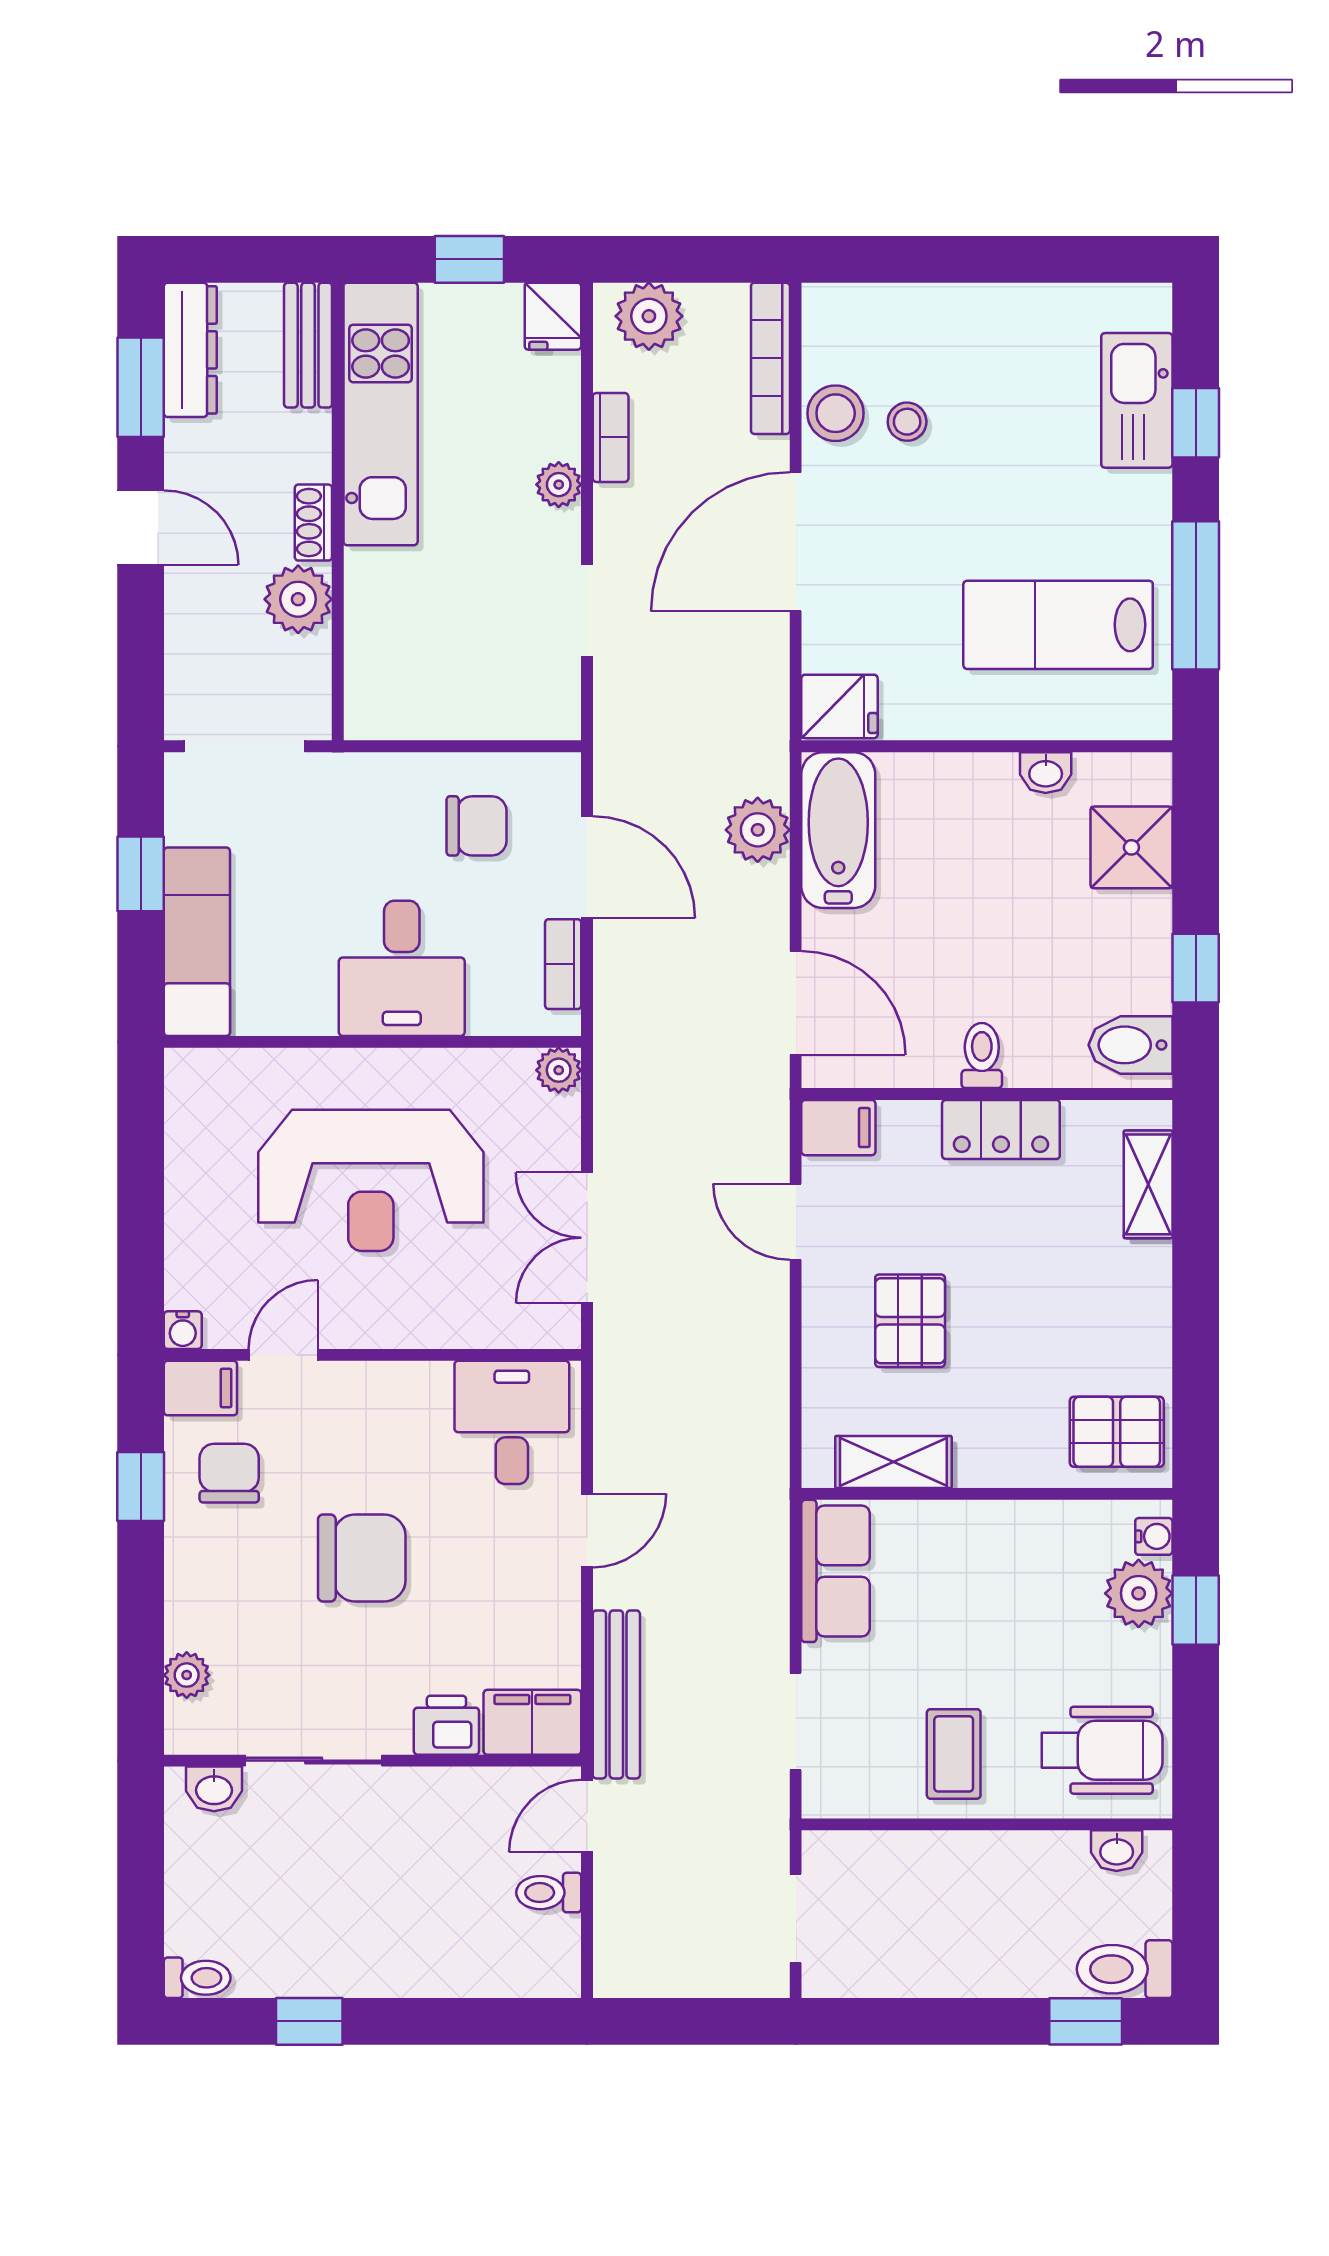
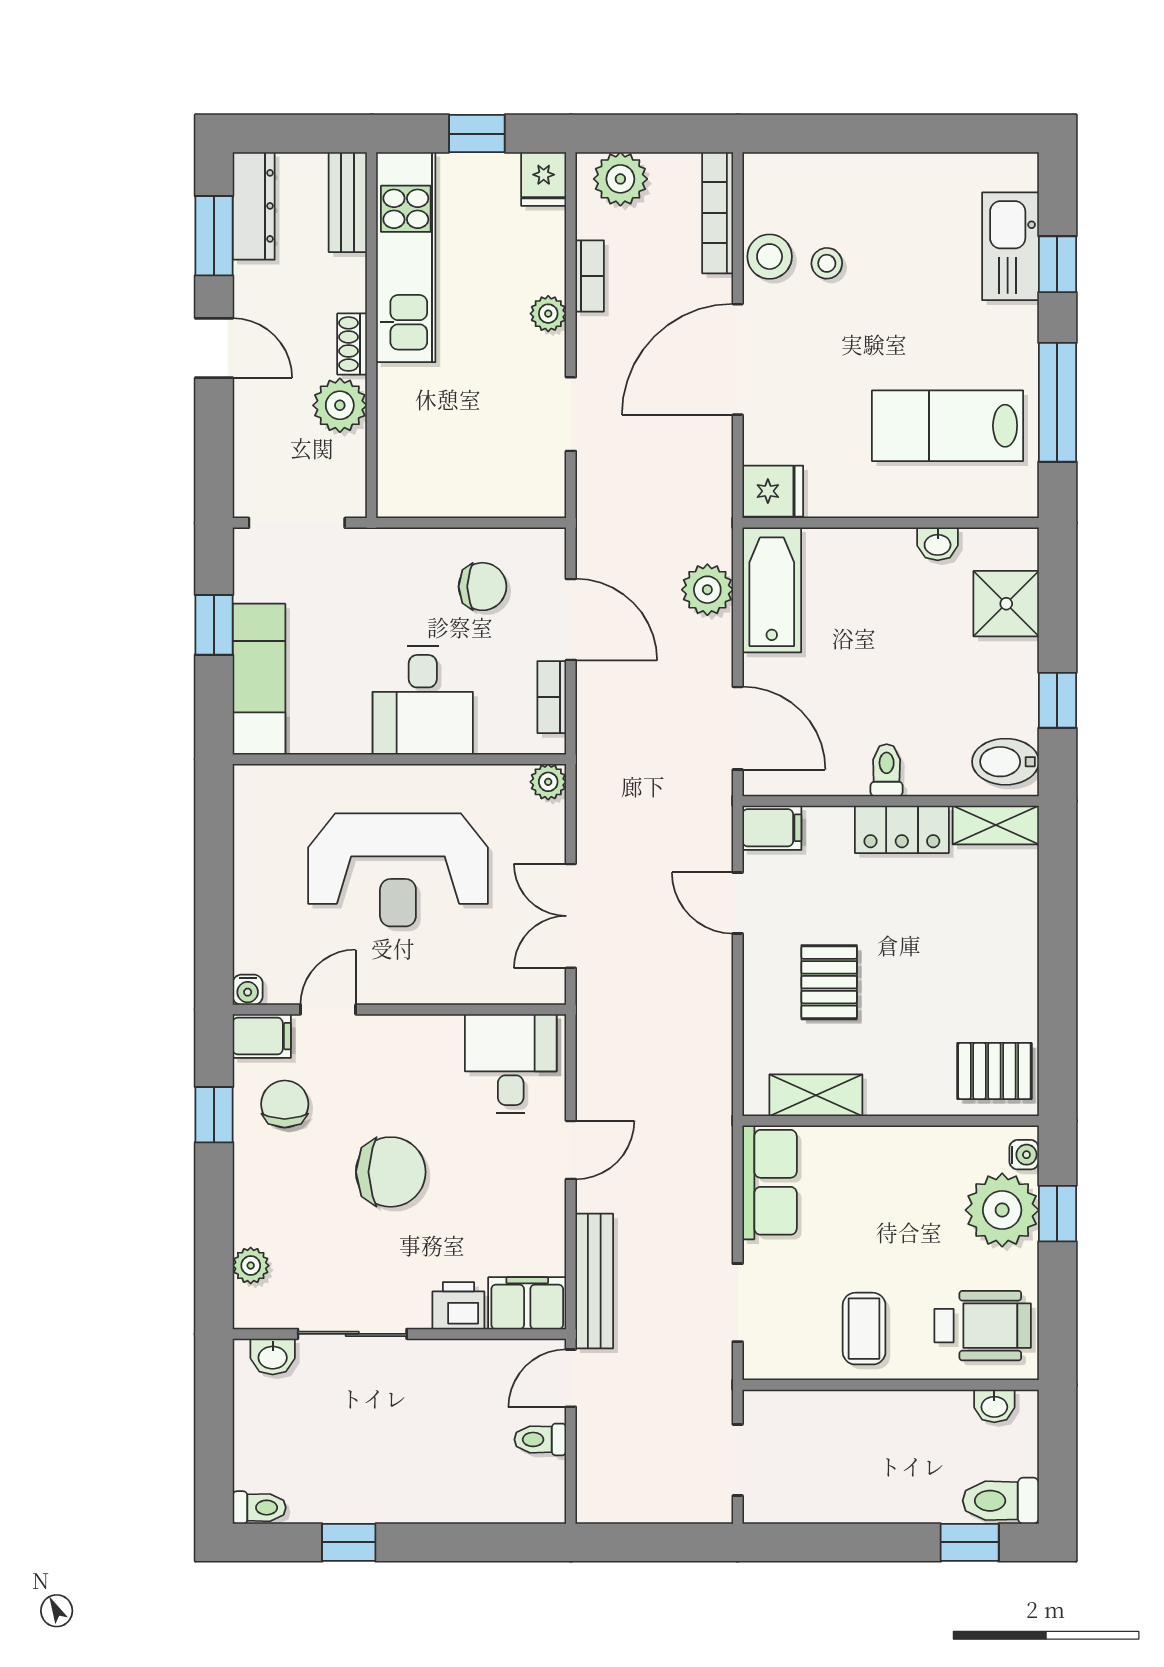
shelving: (1148, 1184) -> (996, 825), moved, turned 90
plant: (1139, 1593) -> (1002, 1210), width x1.36, depth x1.36

